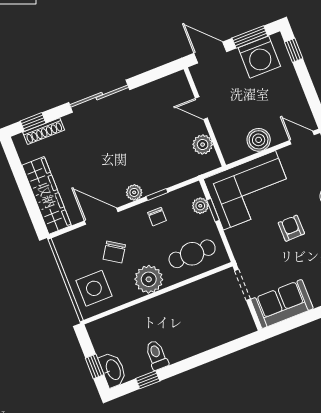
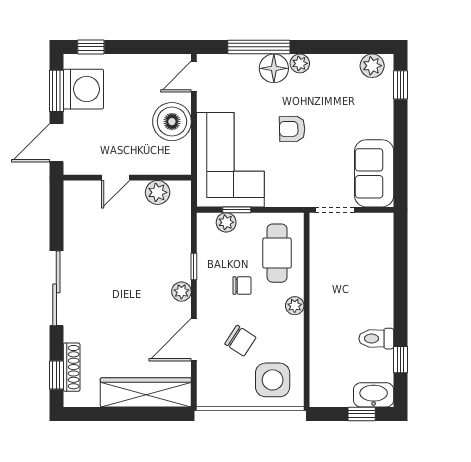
boiler: (259, 140) -> (172, 122), width x1.37, depth x1.37
chair: (157, 217) -> (242, 286), moved
plant: (149, 279) -> (295, 306), width x0.53, depth x0.53

